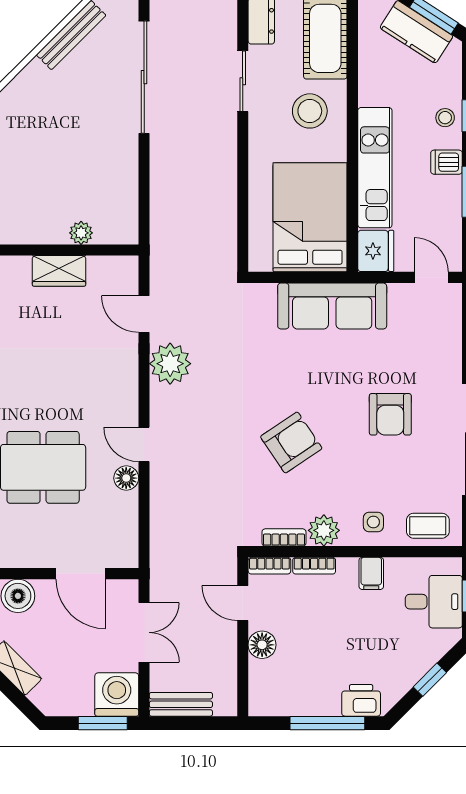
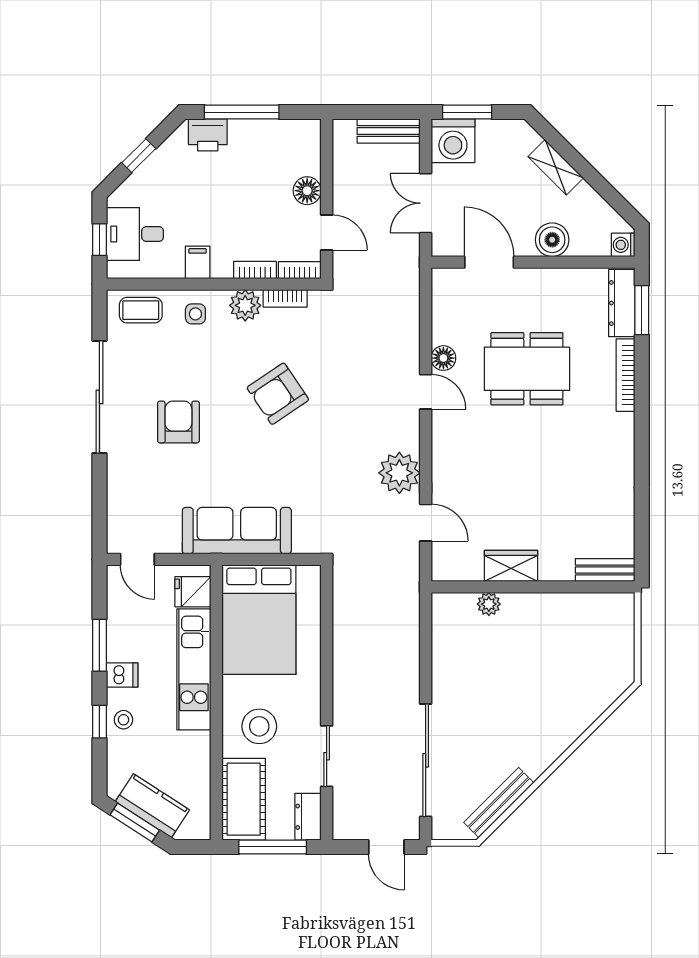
fridge: (376, 251) -> (193, 592), width x0.72

